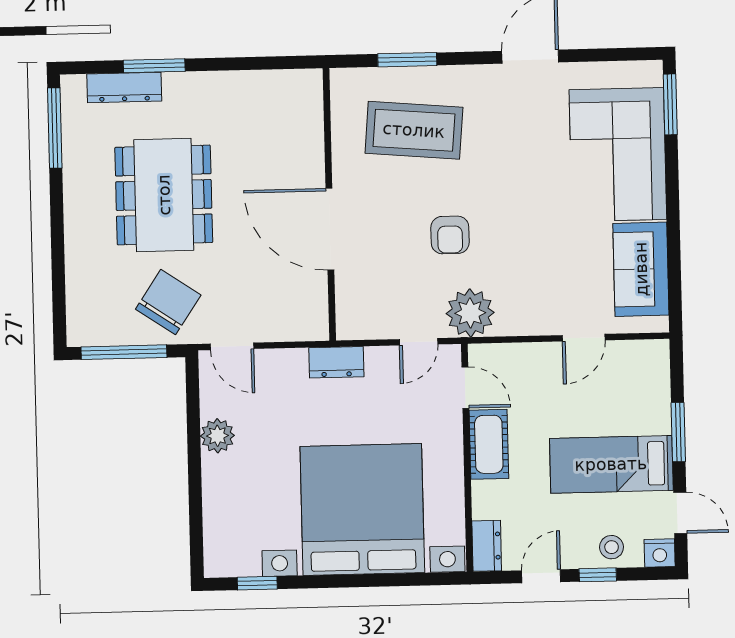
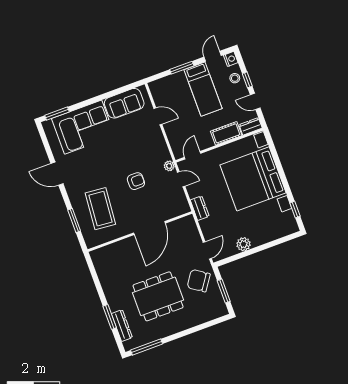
plant: (470, 313) -> (169, 166), width x0.53, depth x0.53
window: (124, 352) -> (224, 291), width x0.69
cot: (489, 444) -> (226, 133), moved

